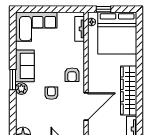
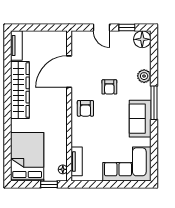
bed: (117, 33) -> (27, 157), width x0.73
armchair: (72, 75) -> (85, 108), turned 180
window: (13, 80) -> (154, 103), width x1.44
plant: (21, 89) -> (144, 76), moved

